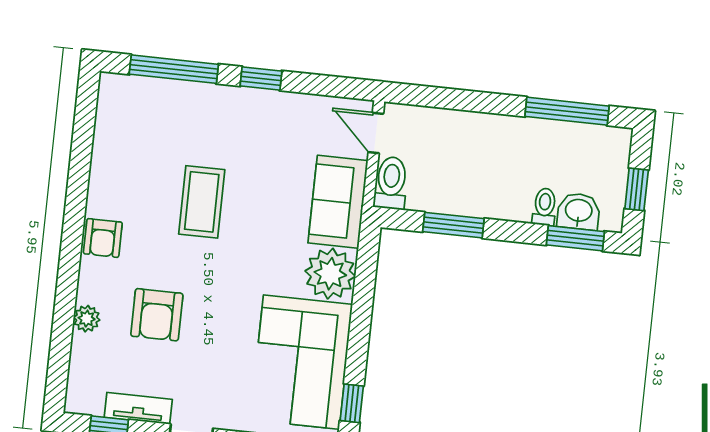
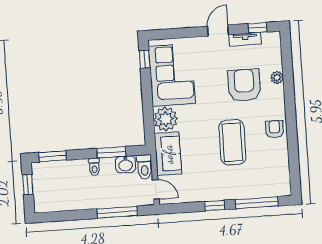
window: (567, 111) -> (117, 212), moved
coffee table: (202, 202) -> (232, 142), width x1.36, depth x1.32
toilet: (545, 207) -> (94, 167), moved
washbasin: (579, 211) -> (126, 164), moved
armchair: (103, 238) -> (274, 129), moved
armchair: (157, 315) -> (244, 85), width x1.36, depth x1.36

